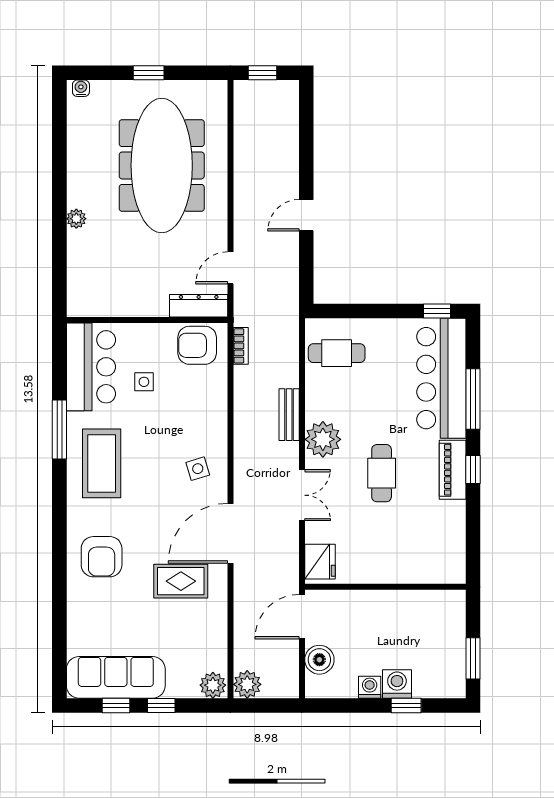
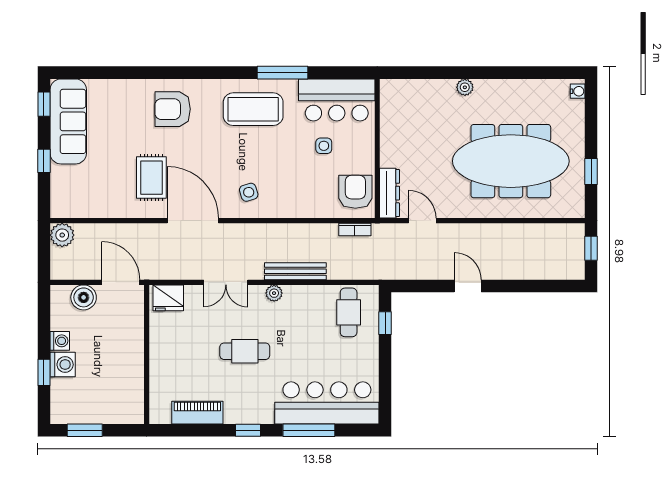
window: (149, 73) -> (591, 171), moved
window: (437, 311) -> (385, 323), moved
bench: (289, 415) -> (295, 271), width x1.36
plant: (323, 439) -> (274, 293), width x0.53, depth x0.53
piano: (453, 470) -> (197, 413), moved
plant: (213, 685) -> (61, 205), removed
window: (116, 705) -> (44, 104), moved

